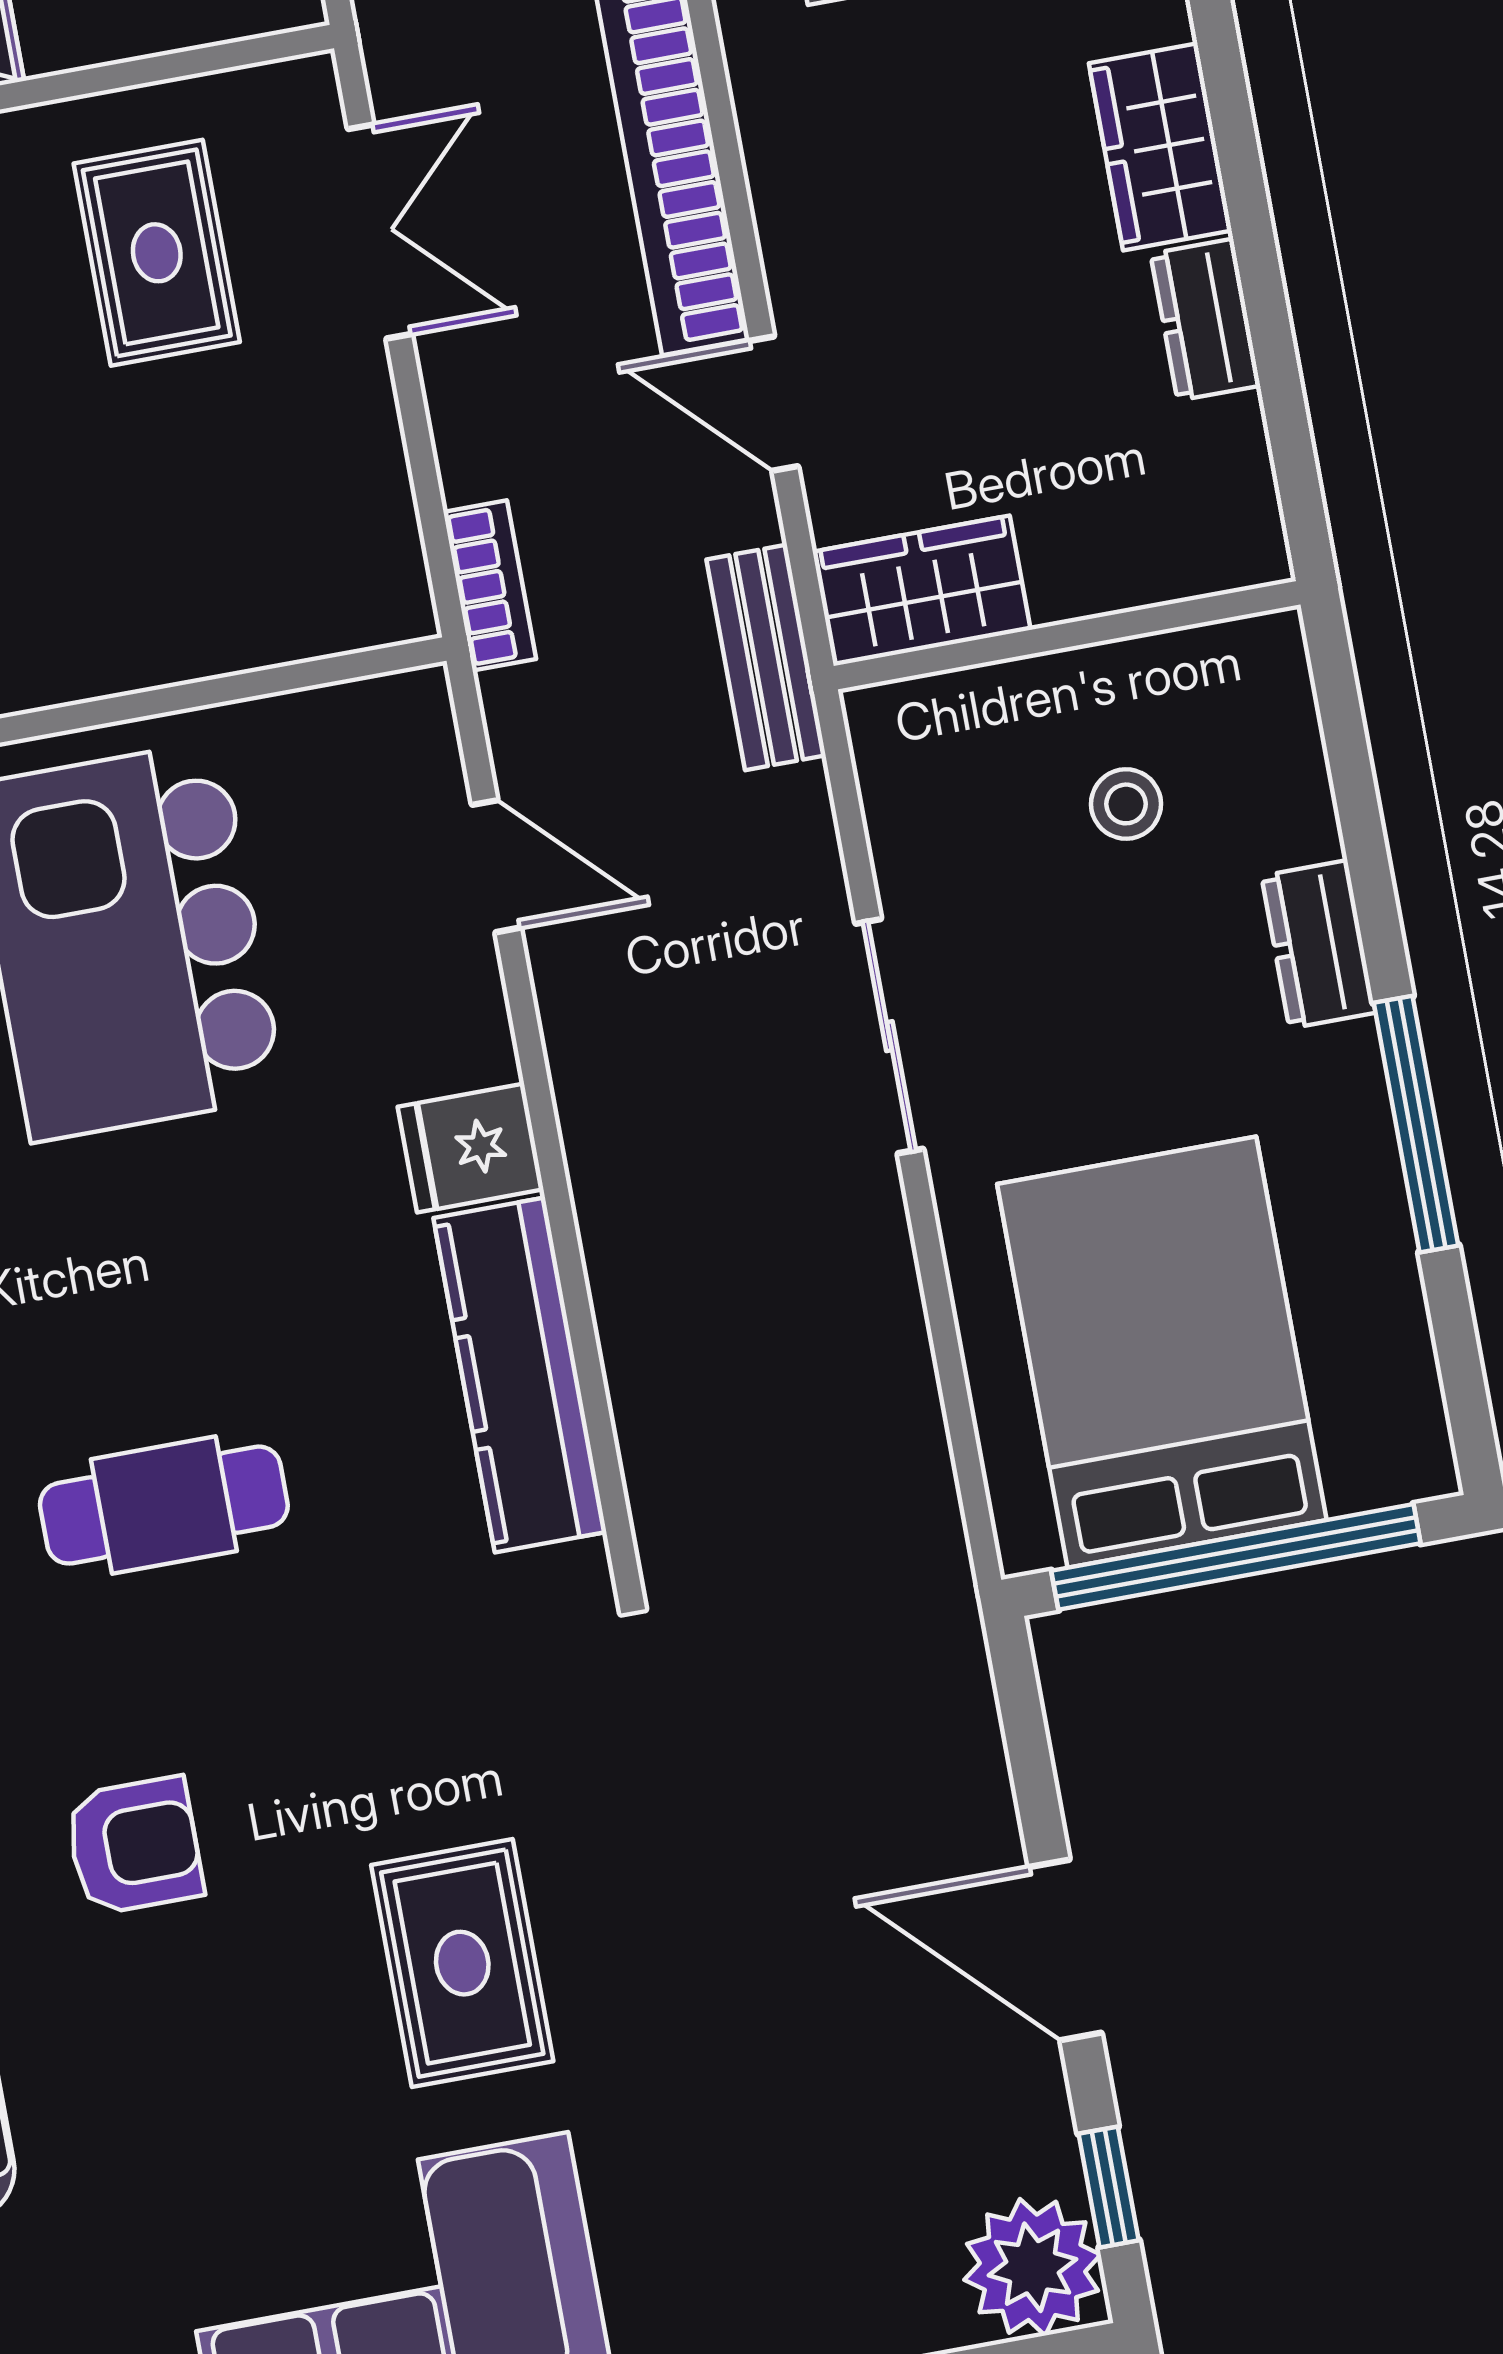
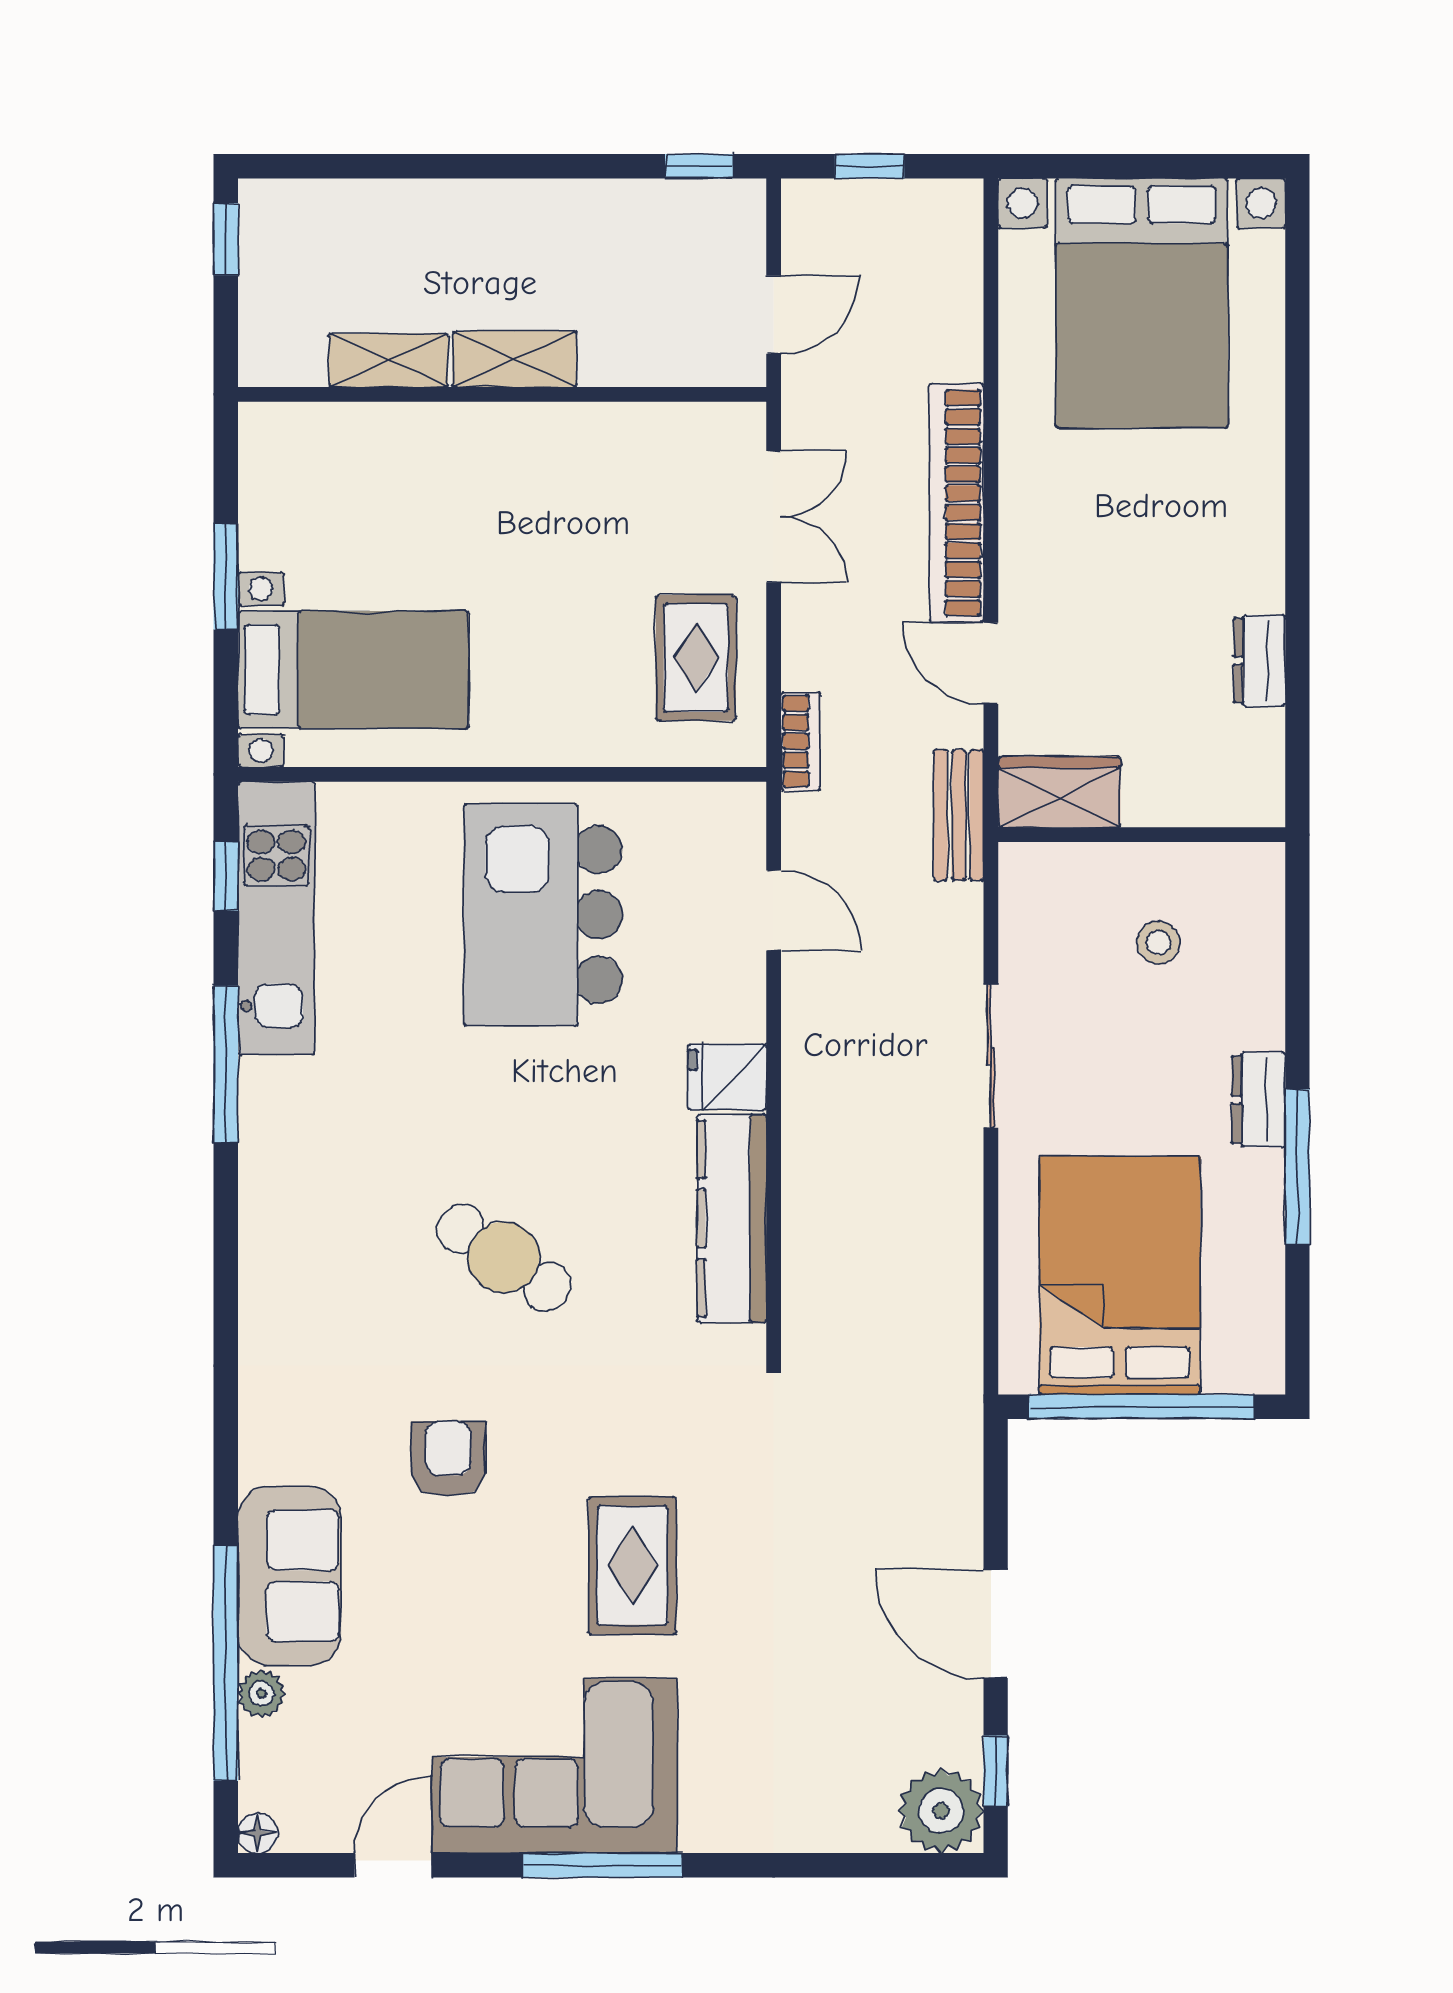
wardrobe: (1160, 147) -> (1252, 552), removed
rug: (157, 253) -> (696, 658), moved
dresser: (1318, 944) -> (1259, 1100), moved
cafe table: (164, 1505) -> (504, 1257), turned 34
armchair: (134, 1846) -> (448, 1459), turned -90

